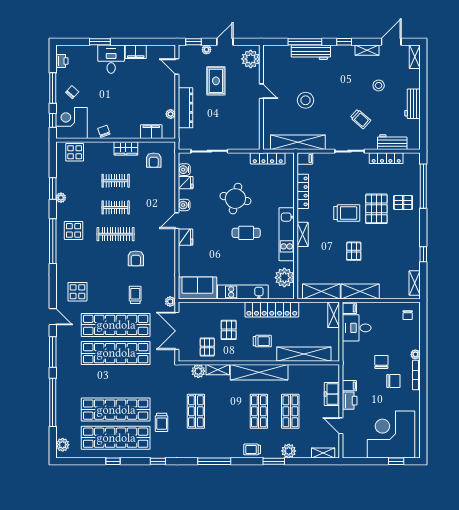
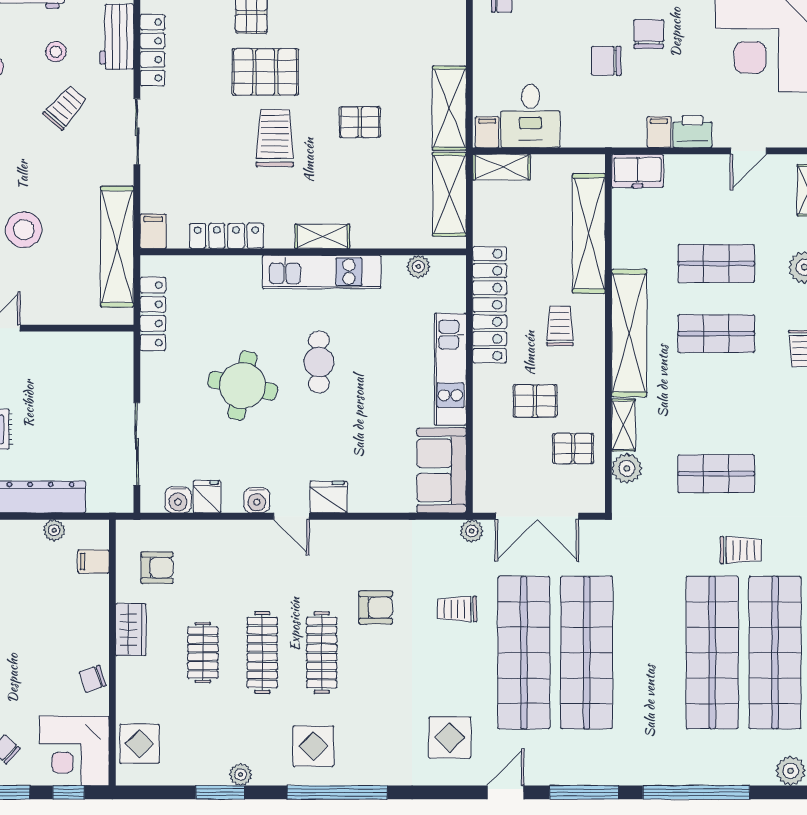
stool: (385, 115) -> (56, 52), added
filing cabinet: (151, 132) -> (93, 561), width x0.50
clothes rail: (116, 207) -> (262, 653), width x1.36
plant: (284, 278) -> (418, 267), width x0.53, depth x0.53
freezer: (332, 394) -> (638, 171), moved

